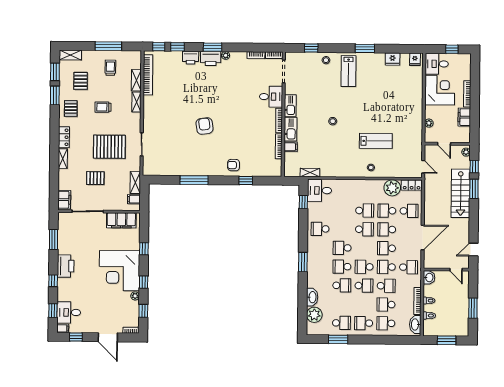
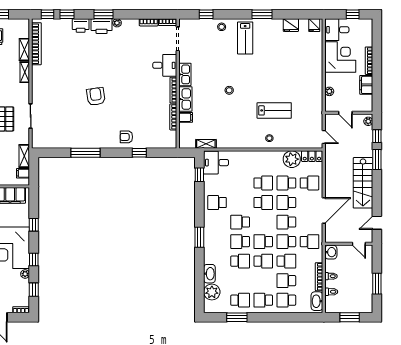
stairs: (461, 193) -> (363, 183), moved

